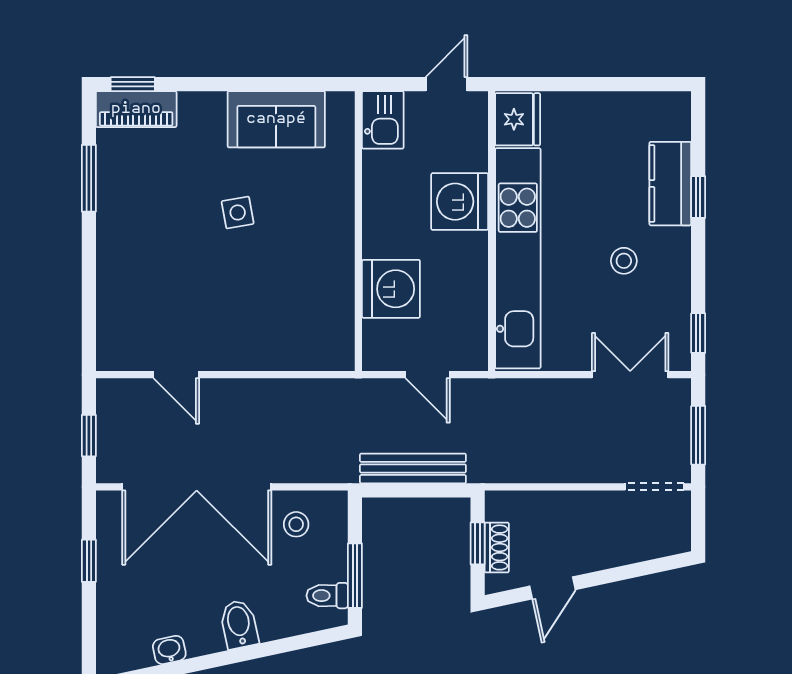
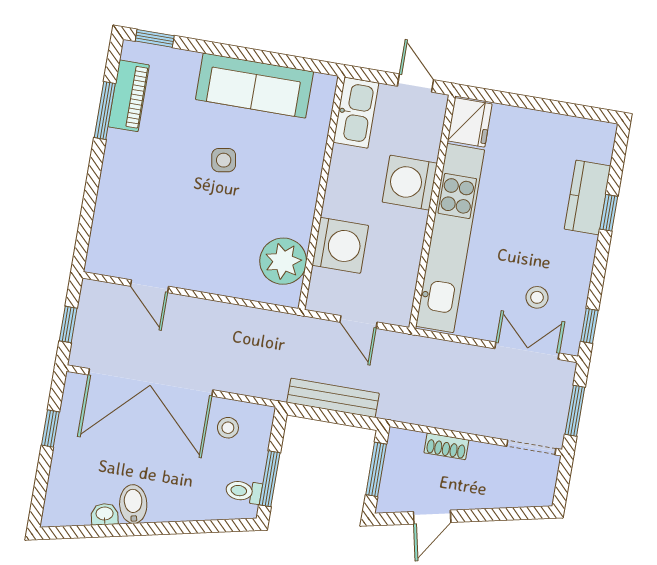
door: (447, 84) -> (416, 83), hinge flipped
piano: (136, 109) -> (129, 96), moved, turned -90
sofa: (276, 119) -> (254, 86), width x1.36
kitchen sink: (383, 120) -> (356, 113), width x1.38
stool: (624, 261) -> (537, 297), moved
plant: (327, 319) -> (283, 261), added
window: (478, 543) -> (376, 469), width x1.50
shoe rack: (497, 547) -> (446, 446), moved, turned 90
bidet: (239, 624) -> (133, 504), moved

